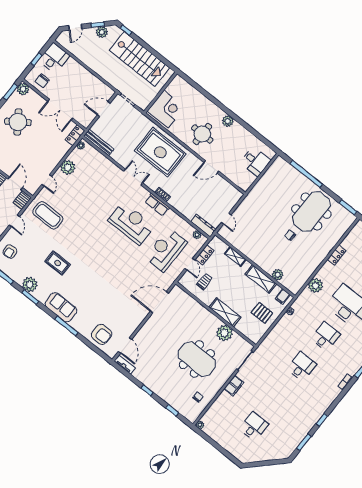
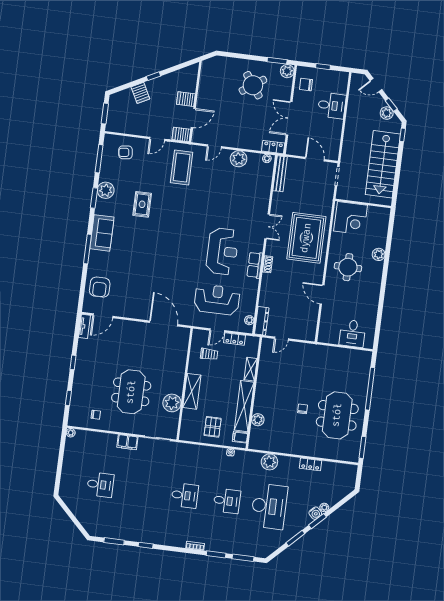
desk: (54, 58) -> (332, 106), moved
plant: (228, 121) -> (379, 254), moved
meeting table: (311, 212) -> (337, 415), turned 90
shelving: (261, 279) -> (244, 406), width x1.47

